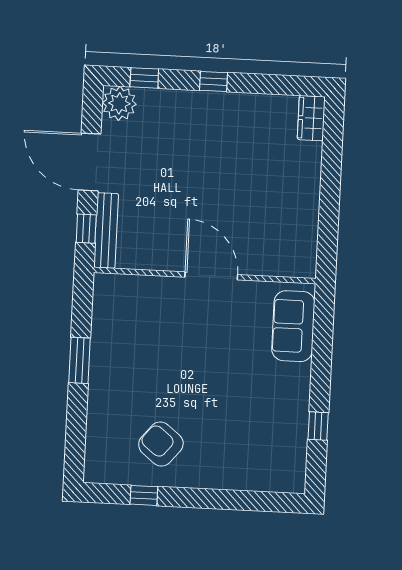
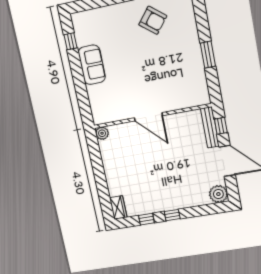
window: (144, 78) -> (146, 219), moved
plant: (304, 266) -> (102, 133), added
sofa: (293, 326) -> (92, 65), moved
window: (318, 426) -> (70, 41), moved

